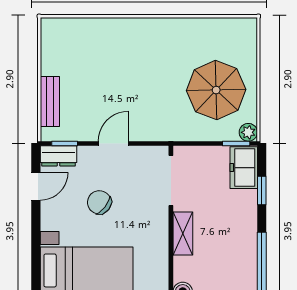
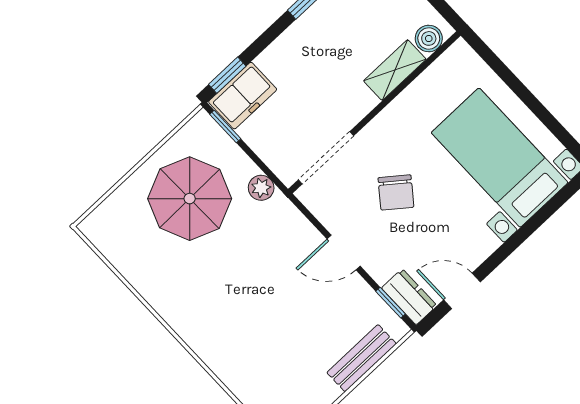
plant: (248, 132) -> (261, 188), moved
window: (262, 190) -> (227, 75), moved
chair: (99, 202) -> (396, 192), moved
shelving: (183, 233) -> (395, 70), moved

